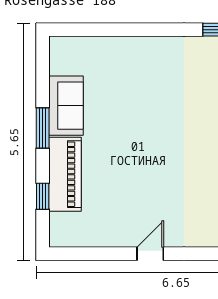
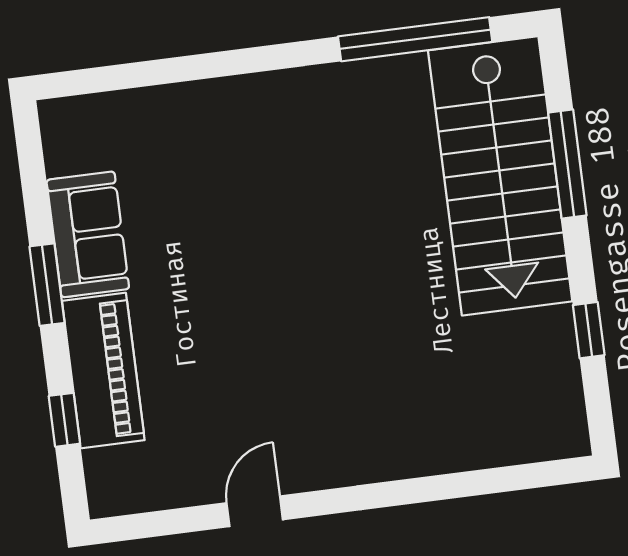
door: (150, 254) -> (255, 511), moved

